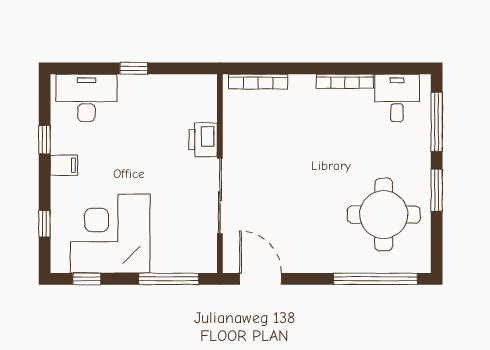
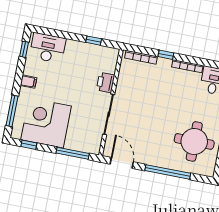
window: (134, 68) -> (94, 41), moved
window: (302, 68) -> (166, 55), added
window: (45, 140) -> (24, 49), moved
window: (45, 224) -> (12, 111), width x2.17
window: (375, 279) -> (168, 172), moved

